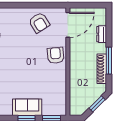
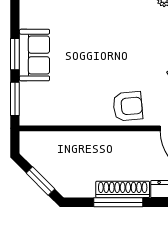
shoe rack: (102, 69) -> (123, 189), moved

